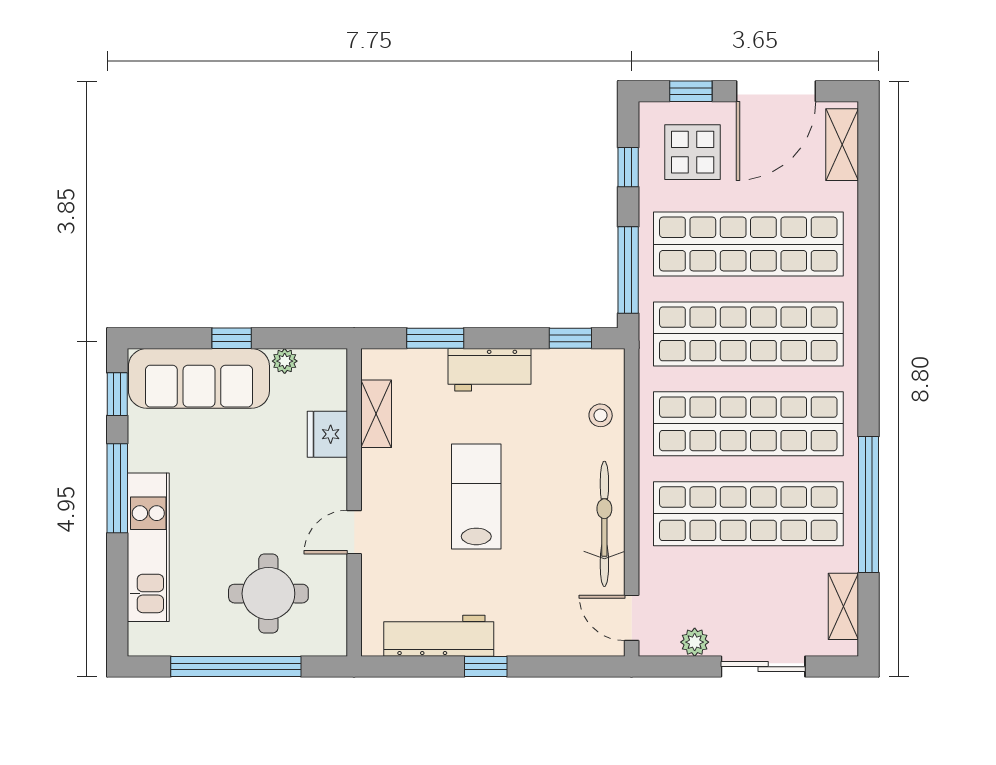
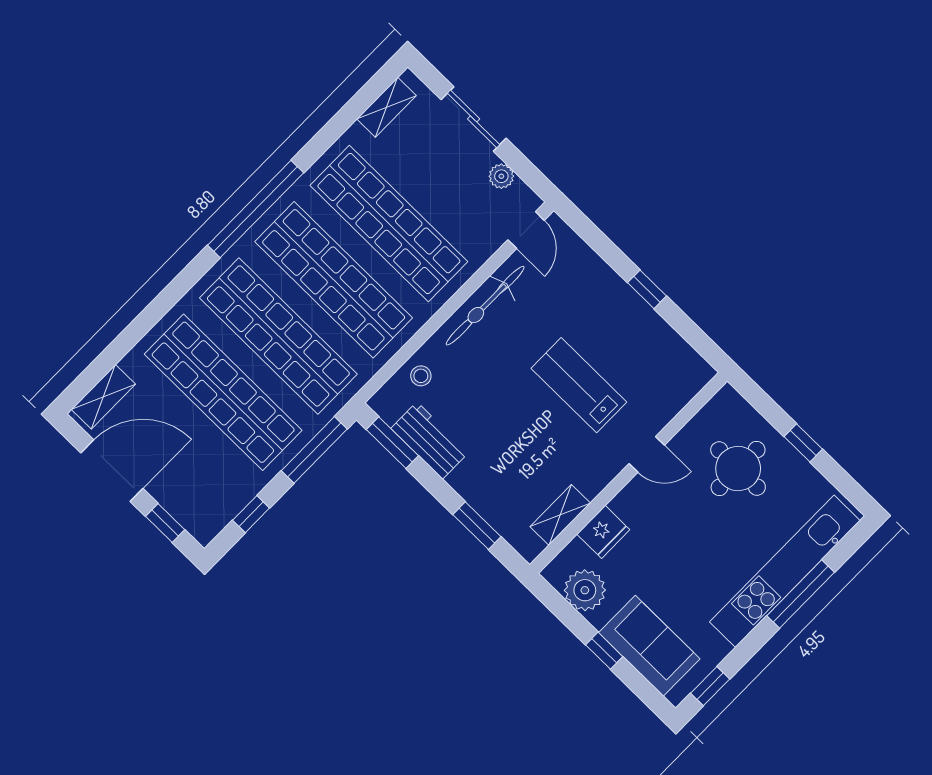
display table: (693, 152) -> (202, 484), removed
window: (570, 338) -> (392, 443), width x1.50
plant: (285, 361) -> (585, 590), width x1.88, depth x1.88
workbench: (490, 370) -> (430, 440), moved
sofa: (199, 378) -> (649, 646), width x0.73
window: (117, 488) -> (801, 594), moved
lab bench: (476, 496) -> (579, 385), moved, turned 90
window: (868, 505) -> (256, 209), moved
kitchen unit: (148, 547) -> (785, 571), width x1.36
workbench: (439, 636) -> (657, 337), removed
window: (236, 667) -> (803, 443), width x0.32

